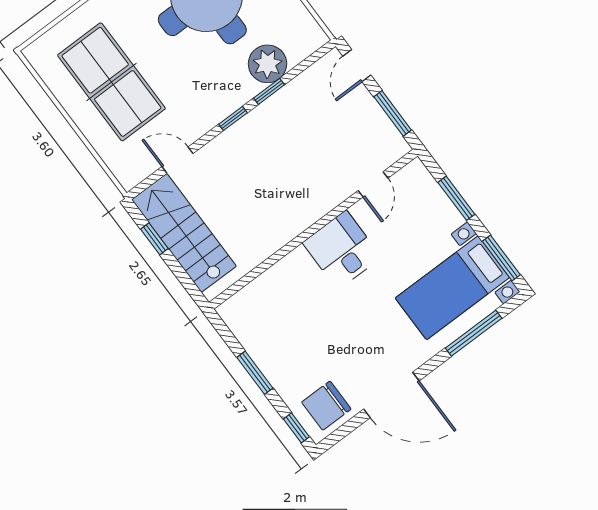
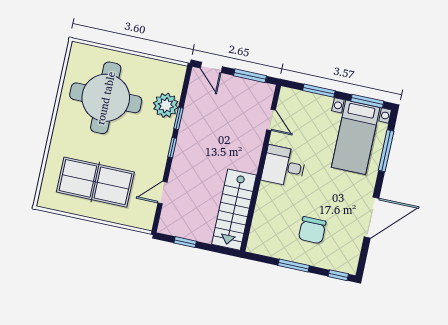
stairs: (184, 233) -> (234, 210), moved, turned -90
chair: (326, 406) -> (312, 230), moved

